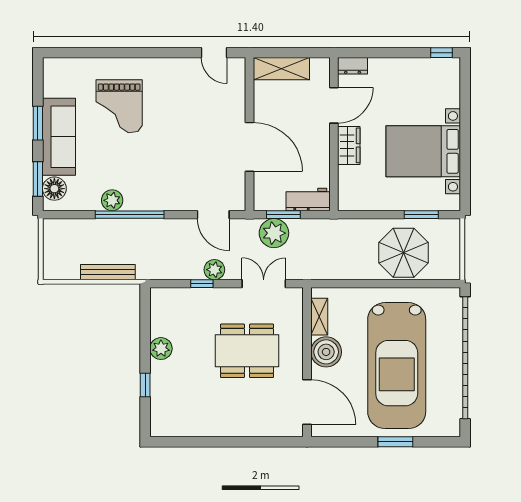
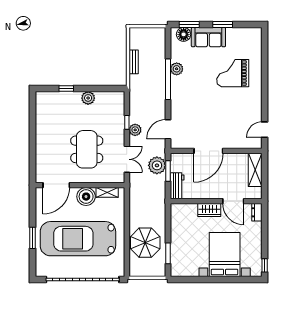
sofa: (59, 137) -> (208, 37), width x0.73
bed with nightstands: (423, 151) -> (225, 255), moved
bench: (108, 272) -> (134, 62), width x0.73

